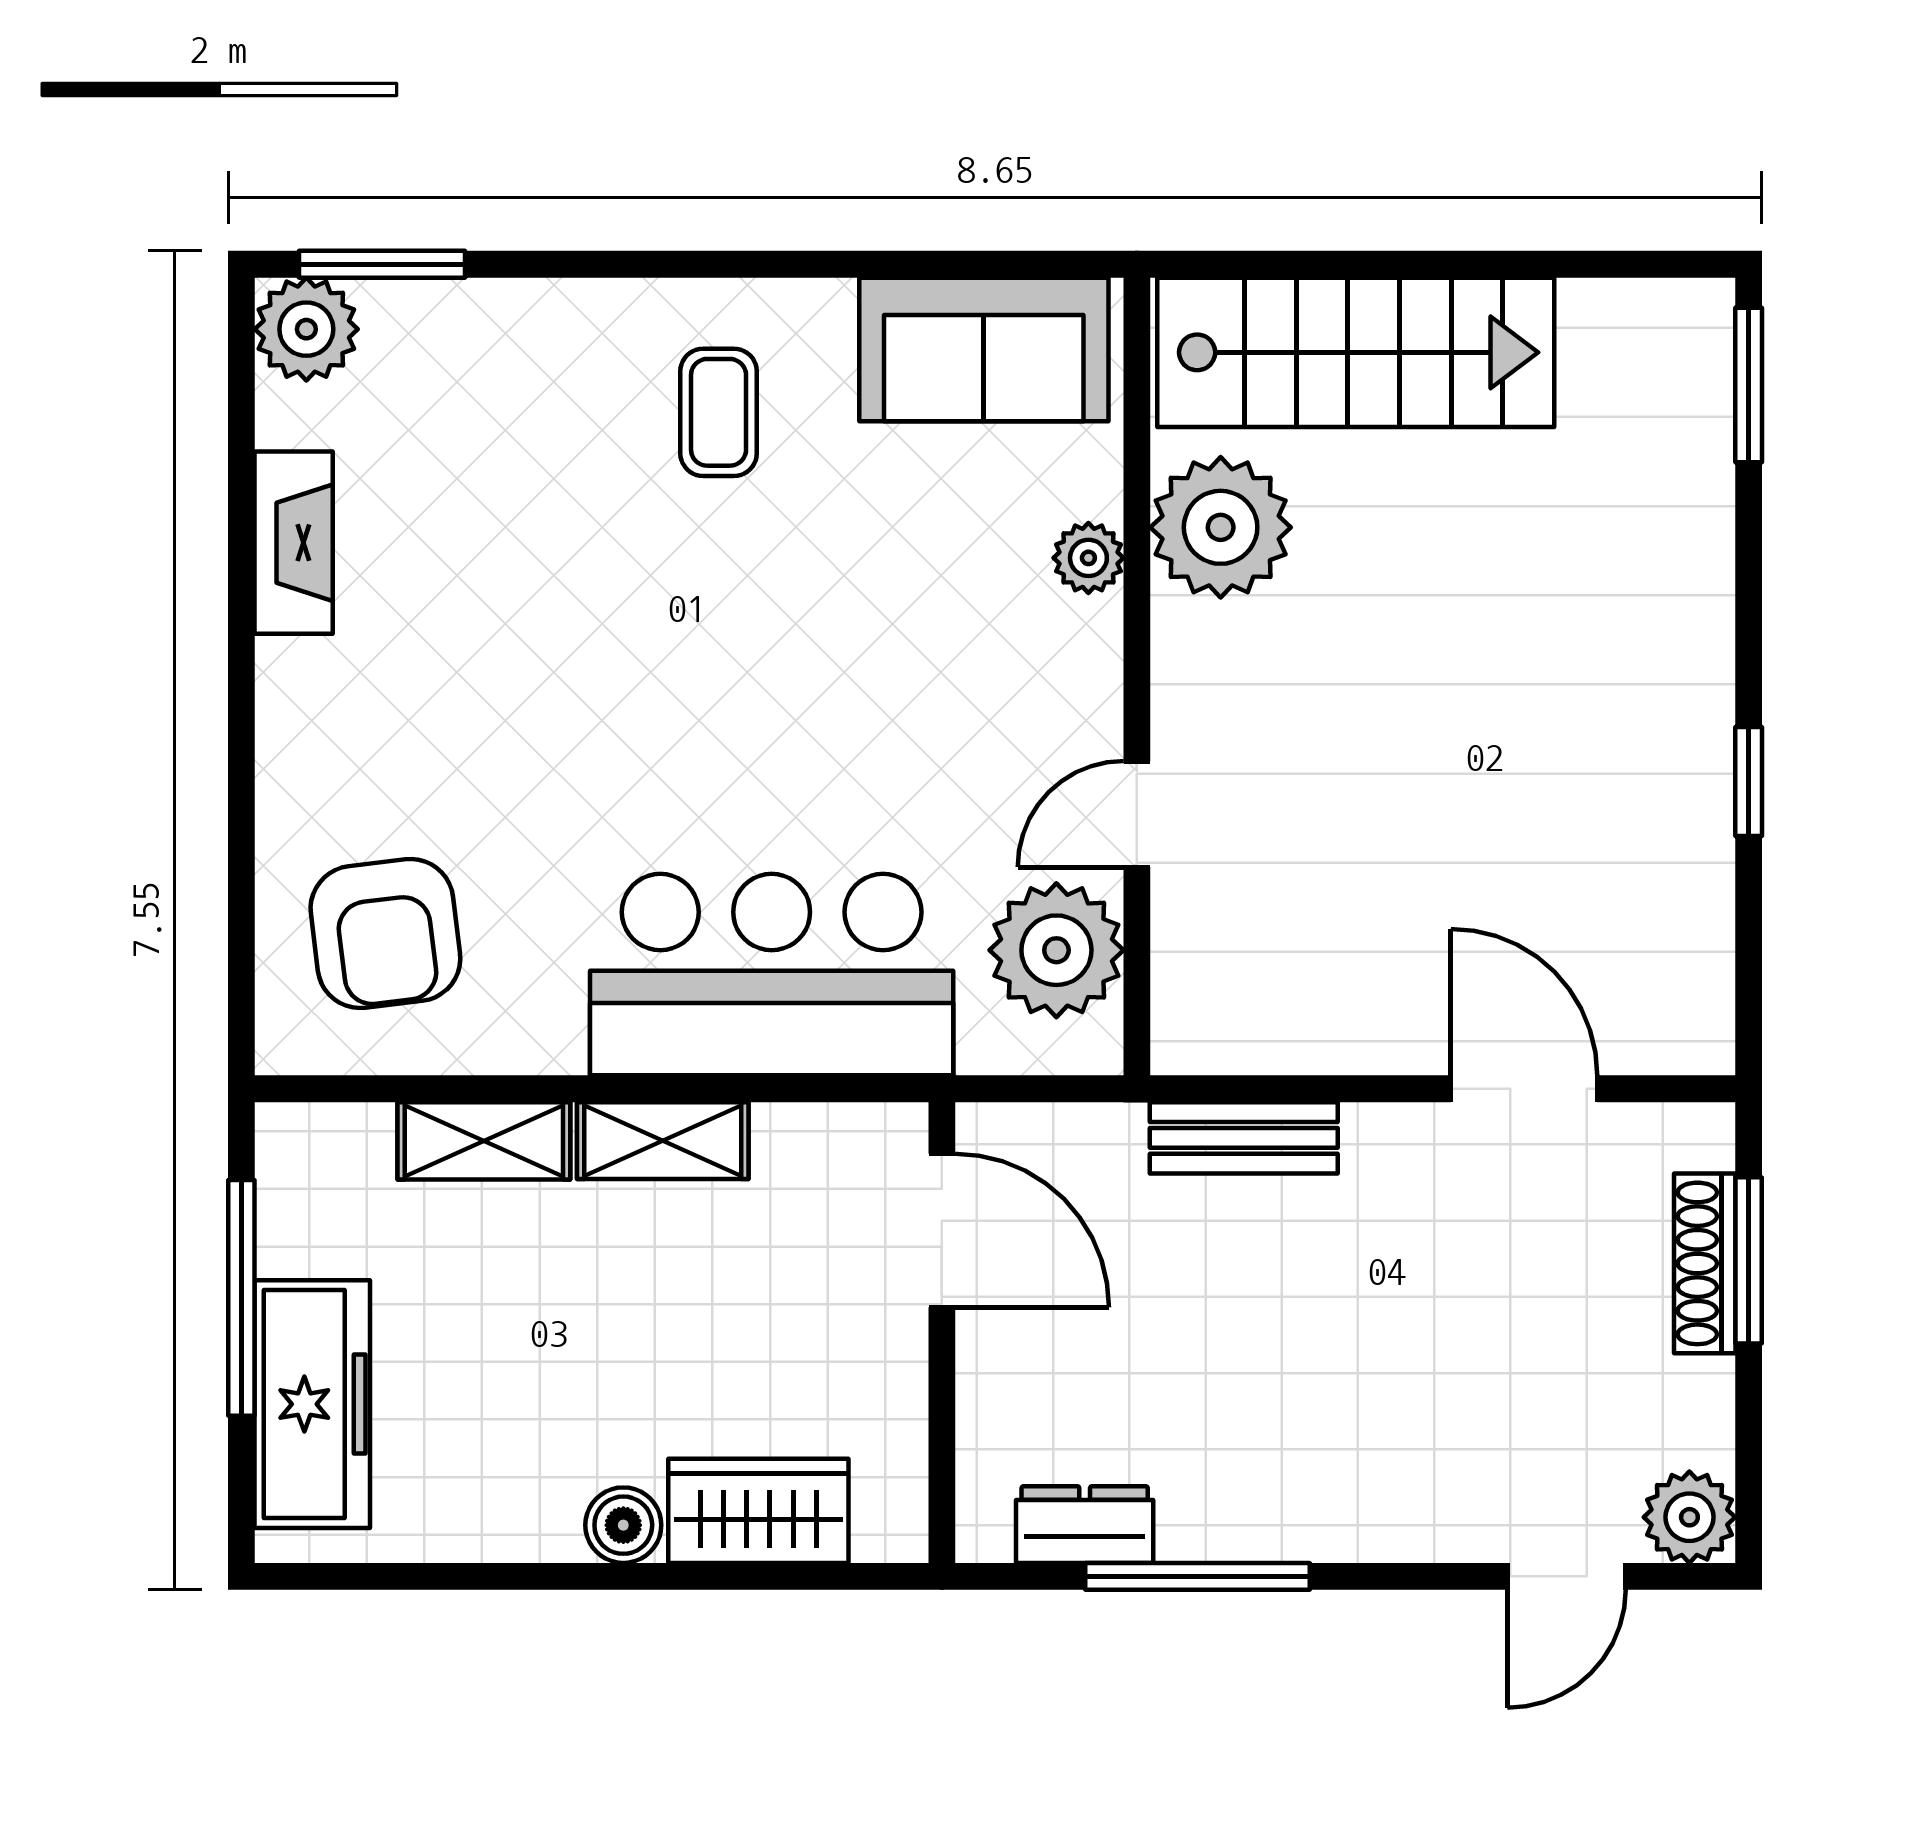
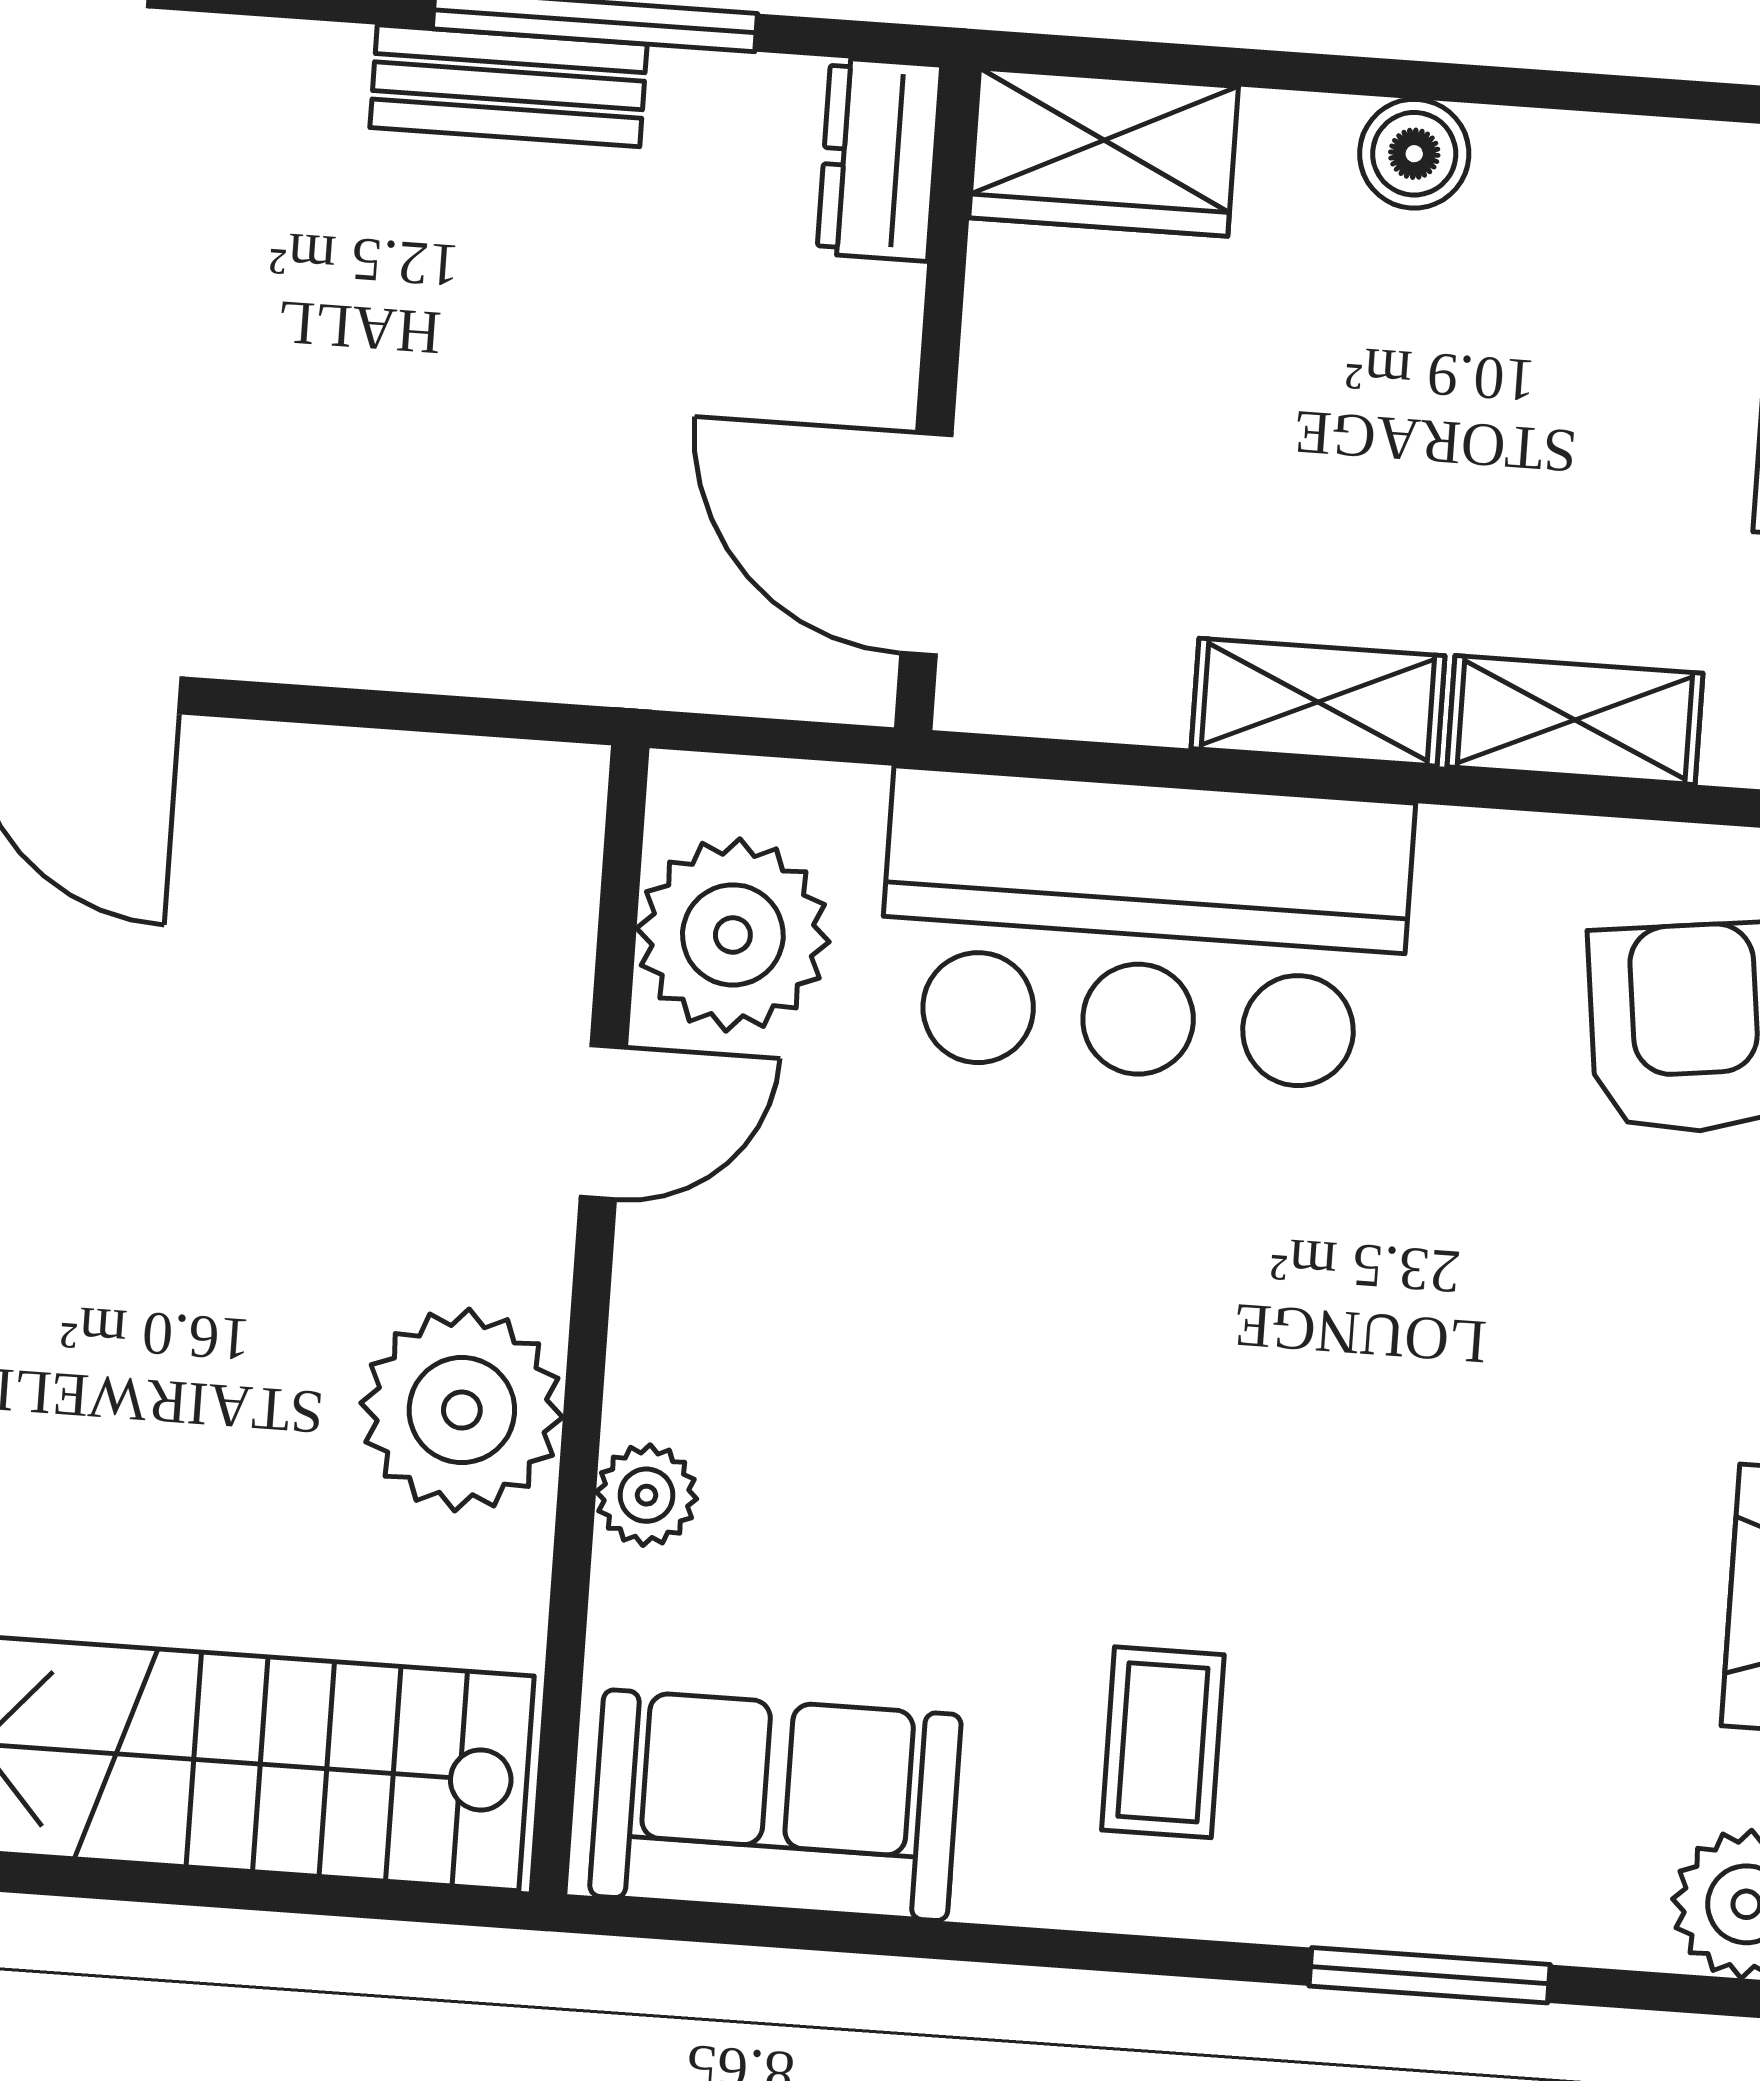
window: (382, 264) -> (1430, 1975), moved
plant: (1221, 527) -> (462, 1410), moved
bench: (1244, 1138) -> (508, 86), moved
wardrobe: (758, 1511) -> (1104, 152), moved
dresser: (1085, 1525) -> (879, 159), moved, turned 90

